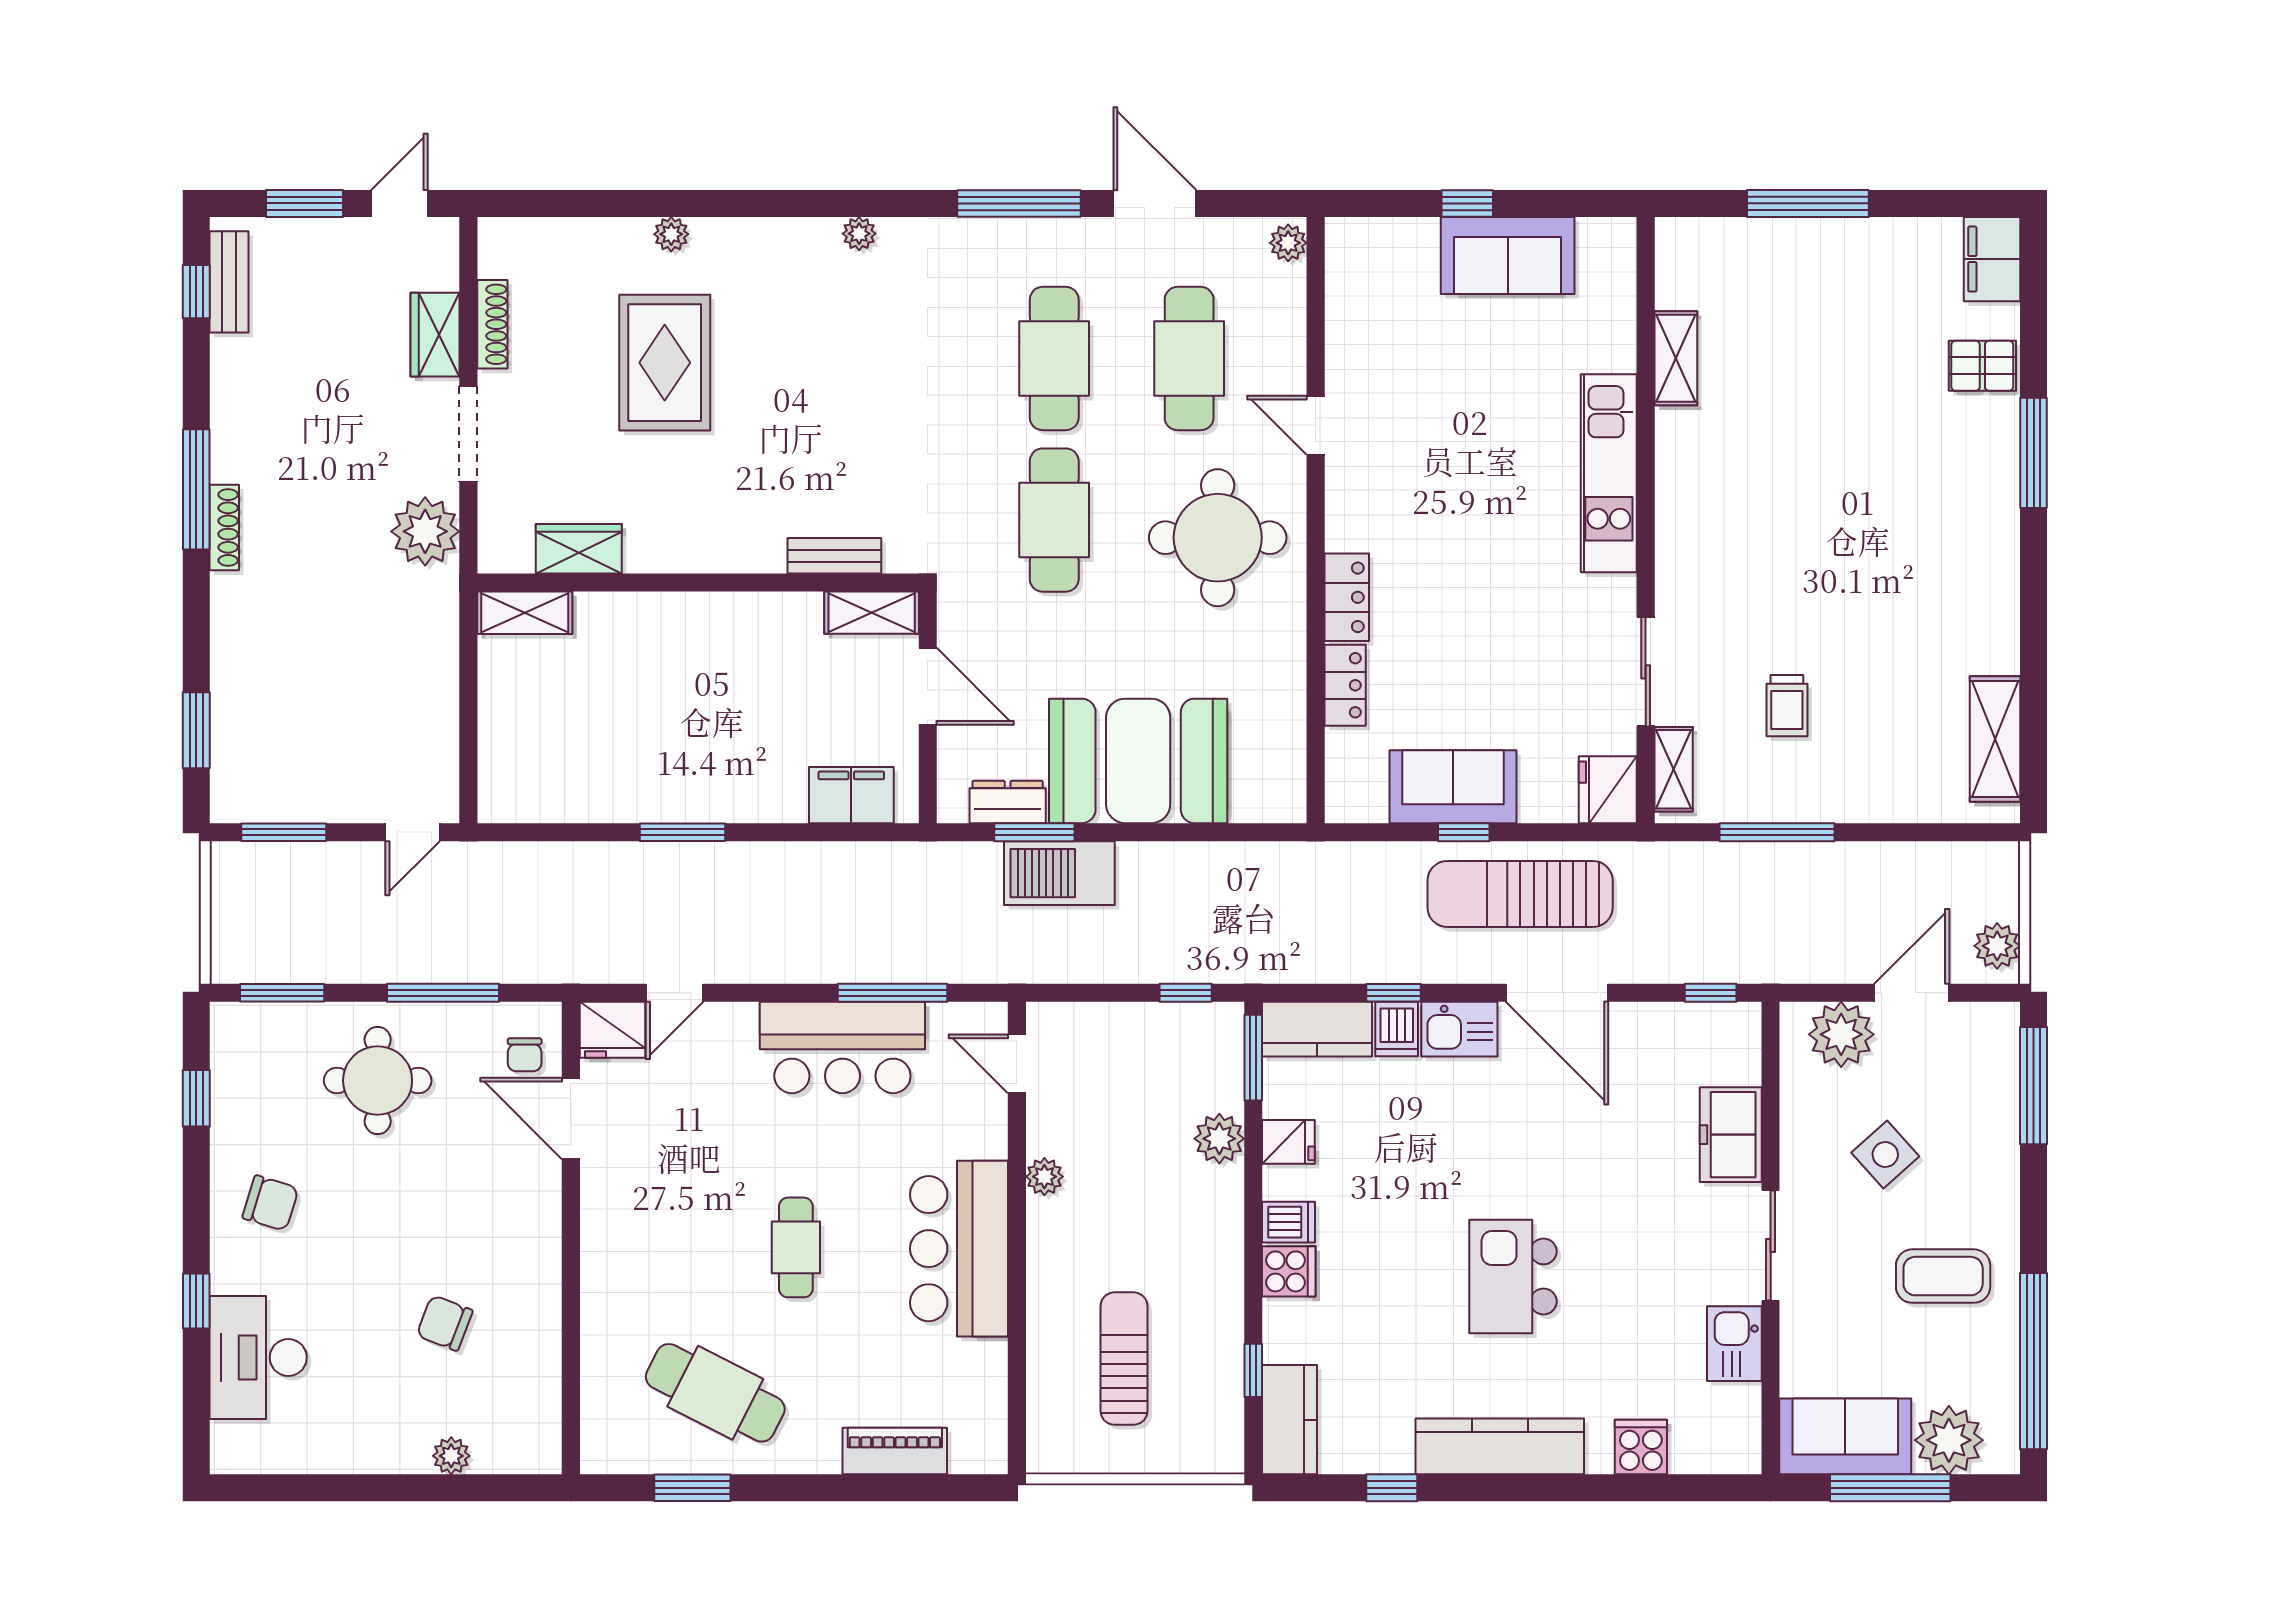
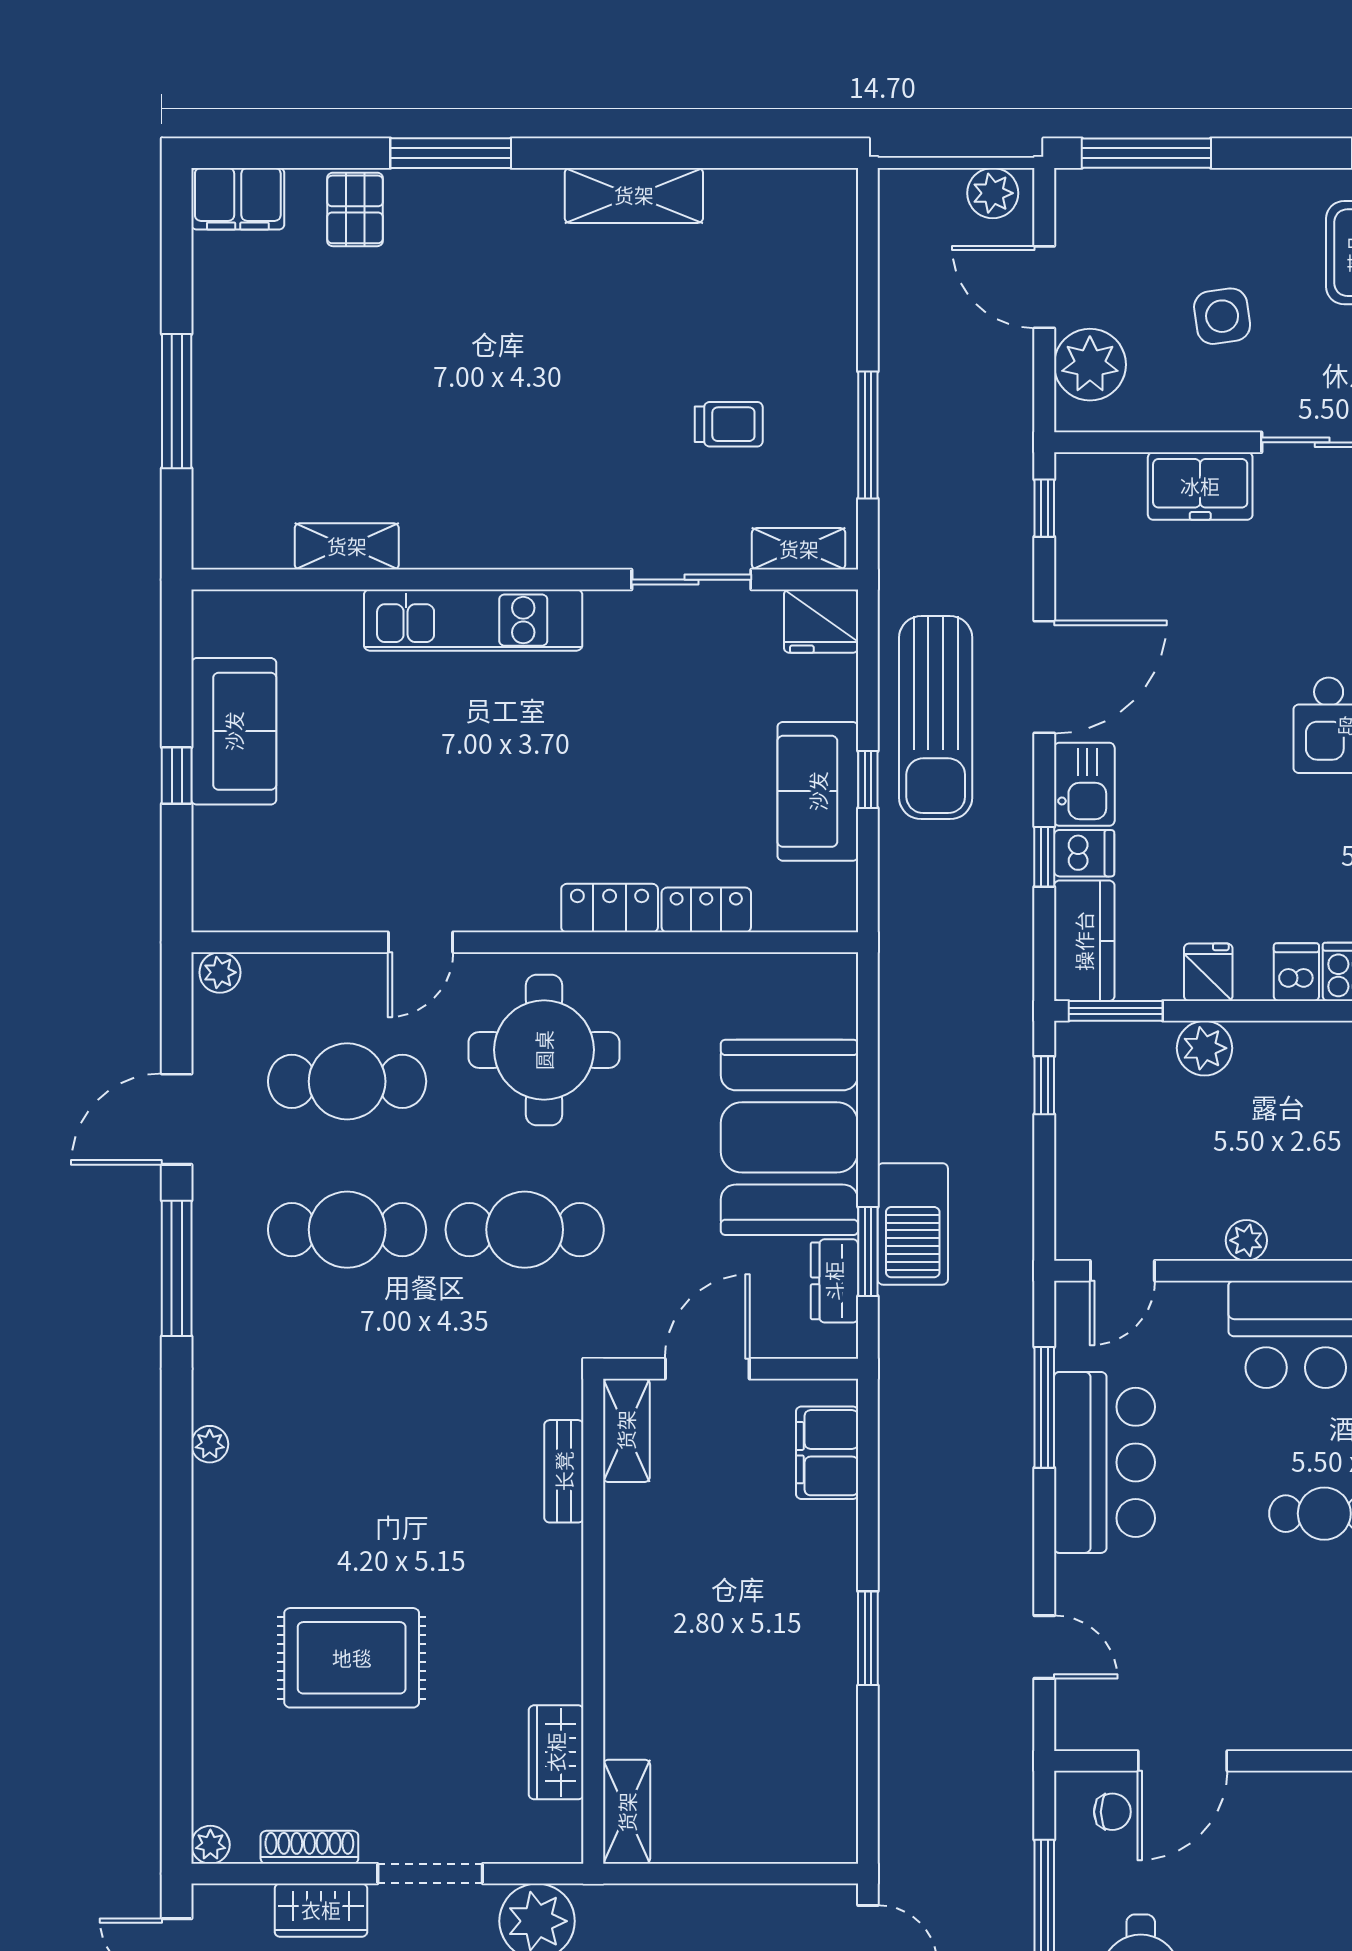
plant: (671, 234) -> (210, 1845), moved
shelving: (1995, 739) -> (634, 195), moved
fridge: (612, 1030) -> (1085, 1715), removed
side table: (1885, 1154) -> (1222, 316), turned 34

